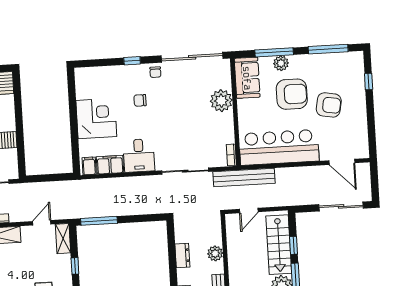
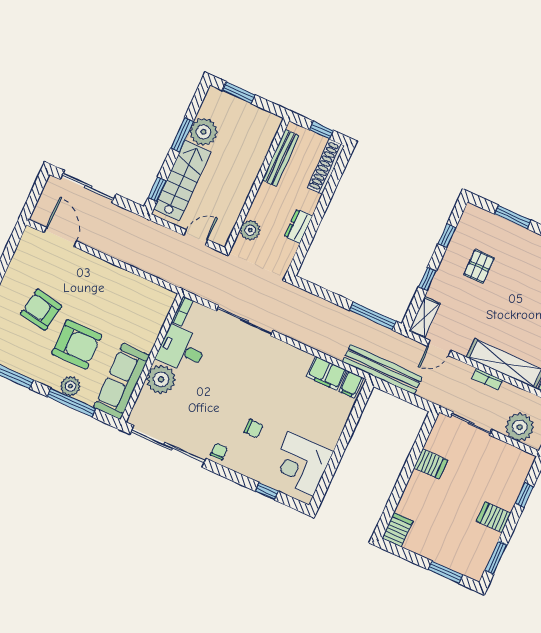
window: (132, 61) -> (267, 491), moved
sofa: (247, 78) -> (122, 381), width x1.36
armchair: (292, 94) -> (77, 344), turned 180
corner desk: (96, 119) -> (301, 464), moved
bar counter: (279, 147) -> (123, 291), removed
desk: (139, 155) -> (182, 350), moved, turned -90
bench: (244, 177) -> (382, 369), moved
window: (294, 245) -> (157, 189), moved
plant: (215, 253) -> (250, 230), moved

